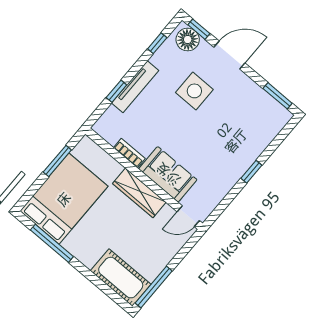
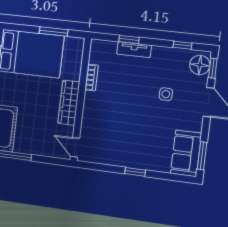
tv unit: (135, 87) -> (134, 50), width x0.71
side table: (194, 91) -> (166, 94), width x0.54, depth x0.54
sofa: (168, 174) -> (186, 153), moved, turned 180

